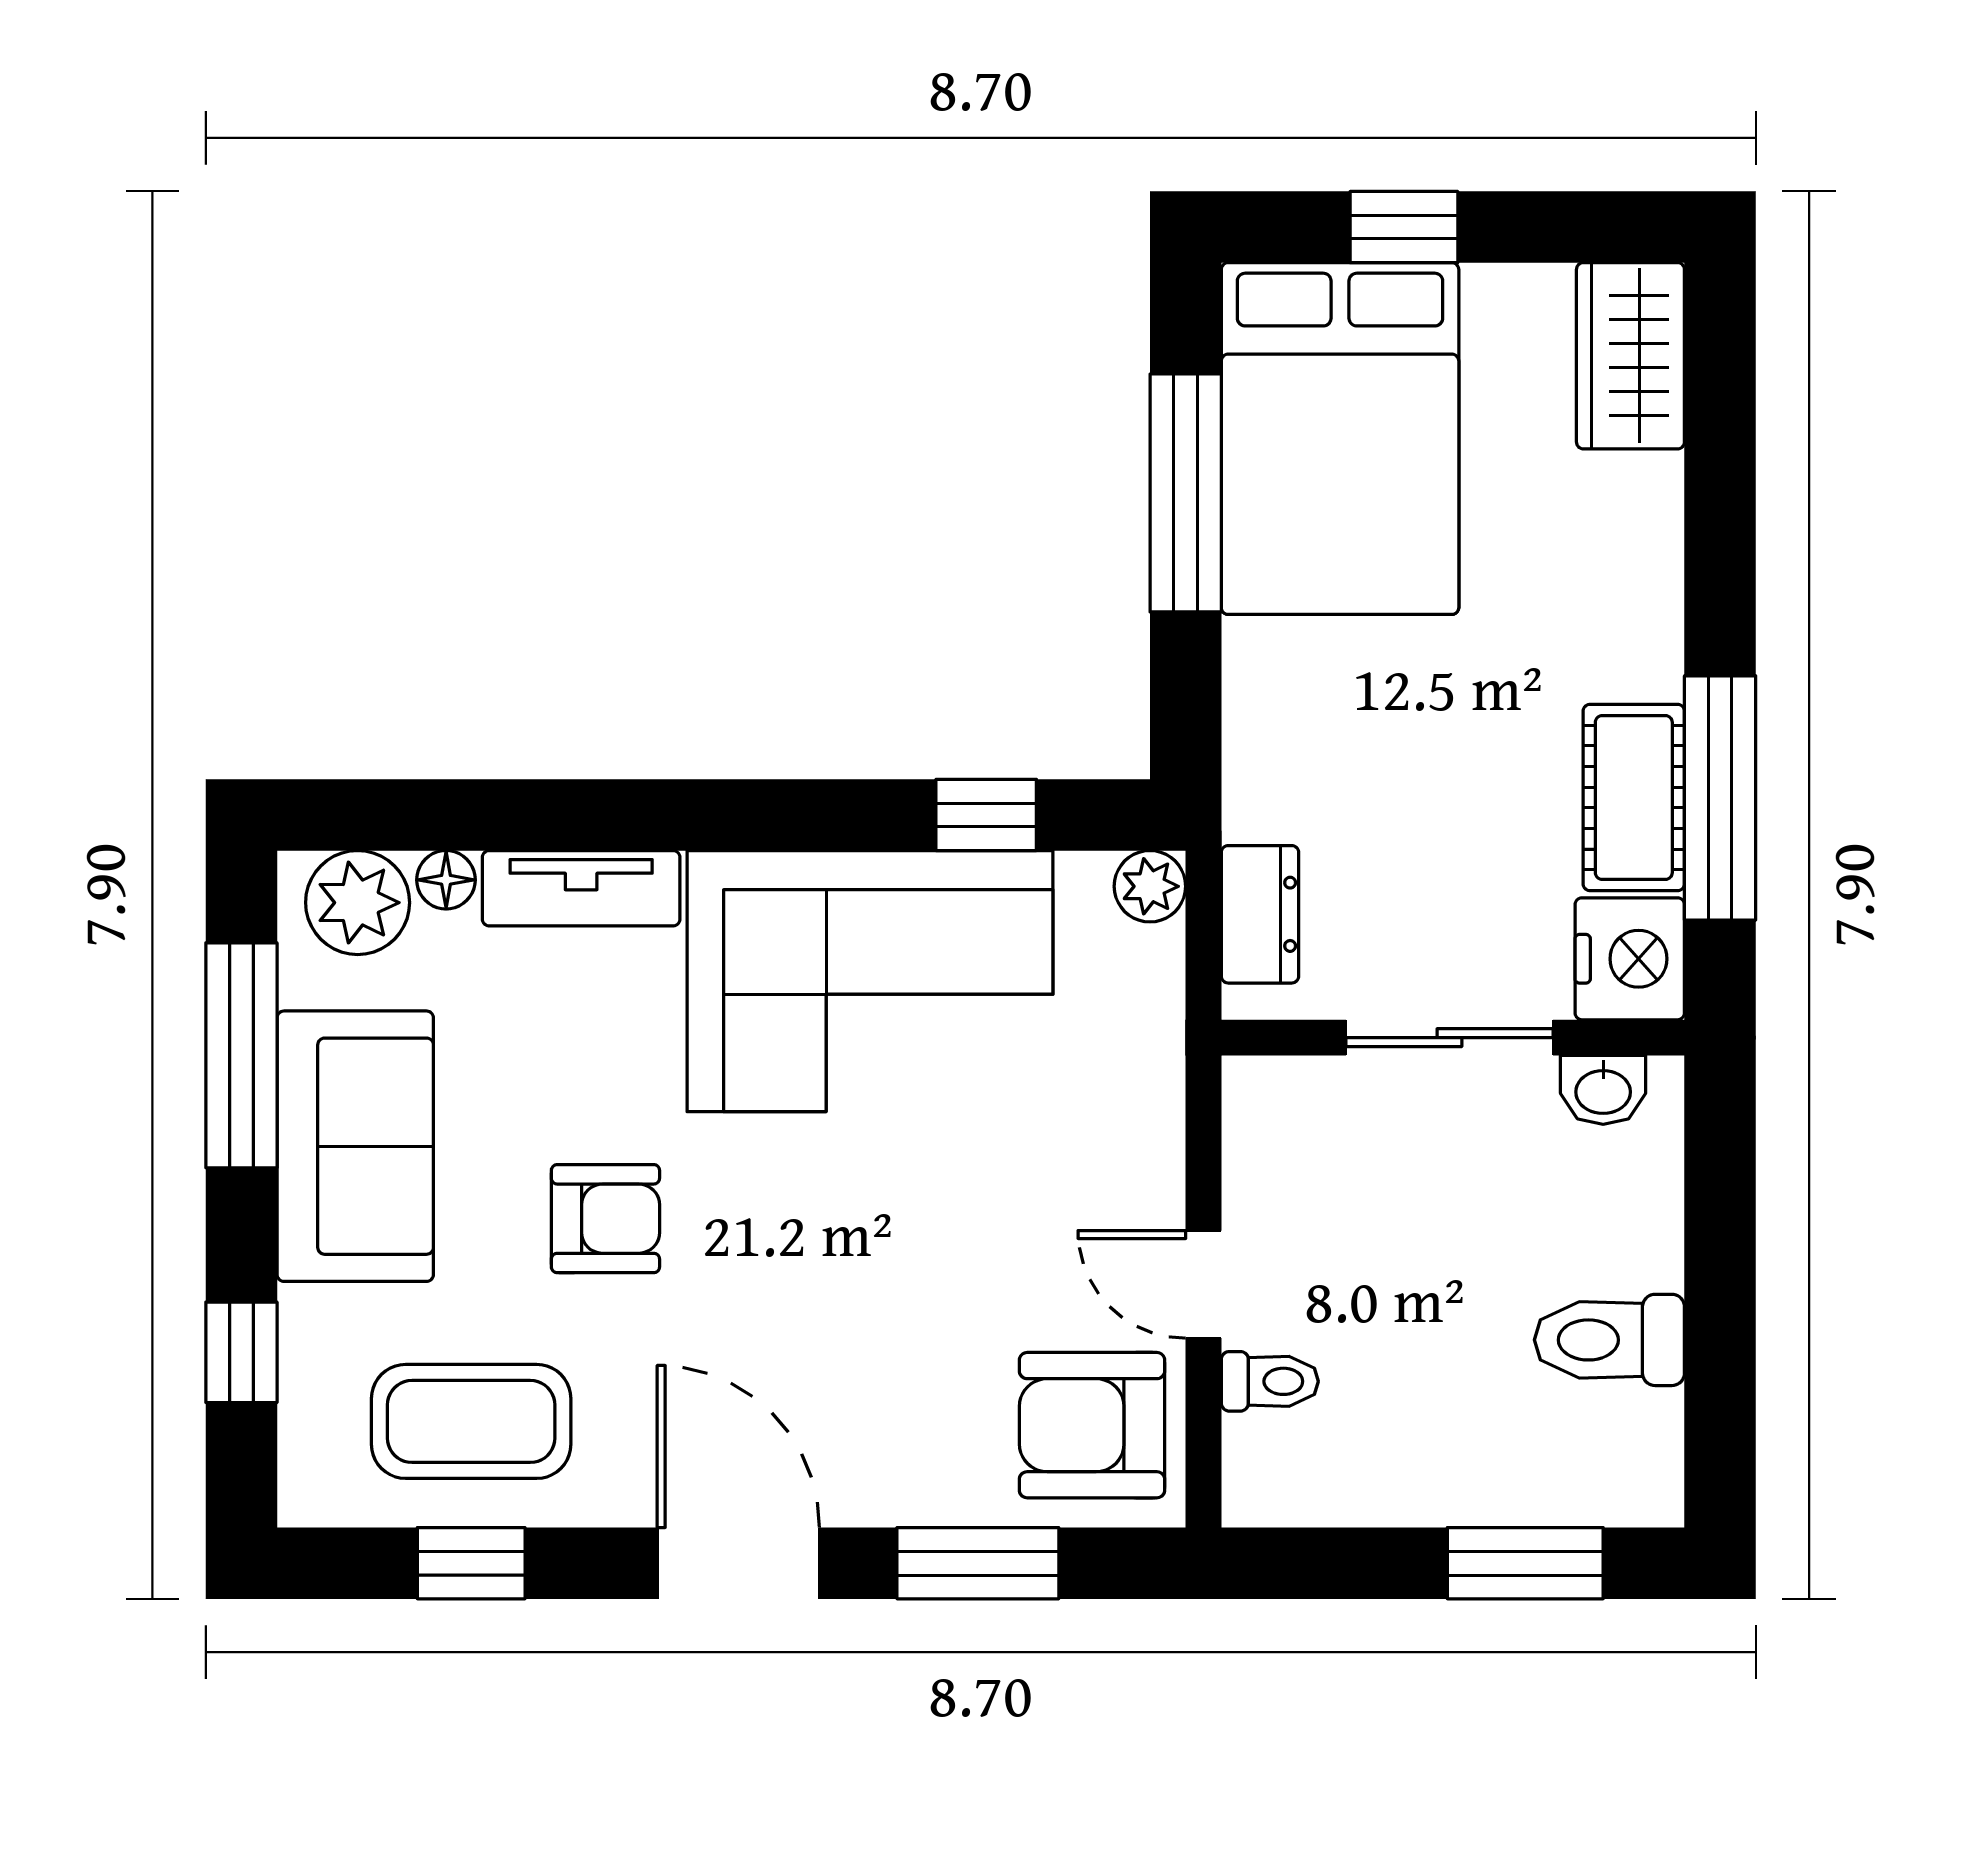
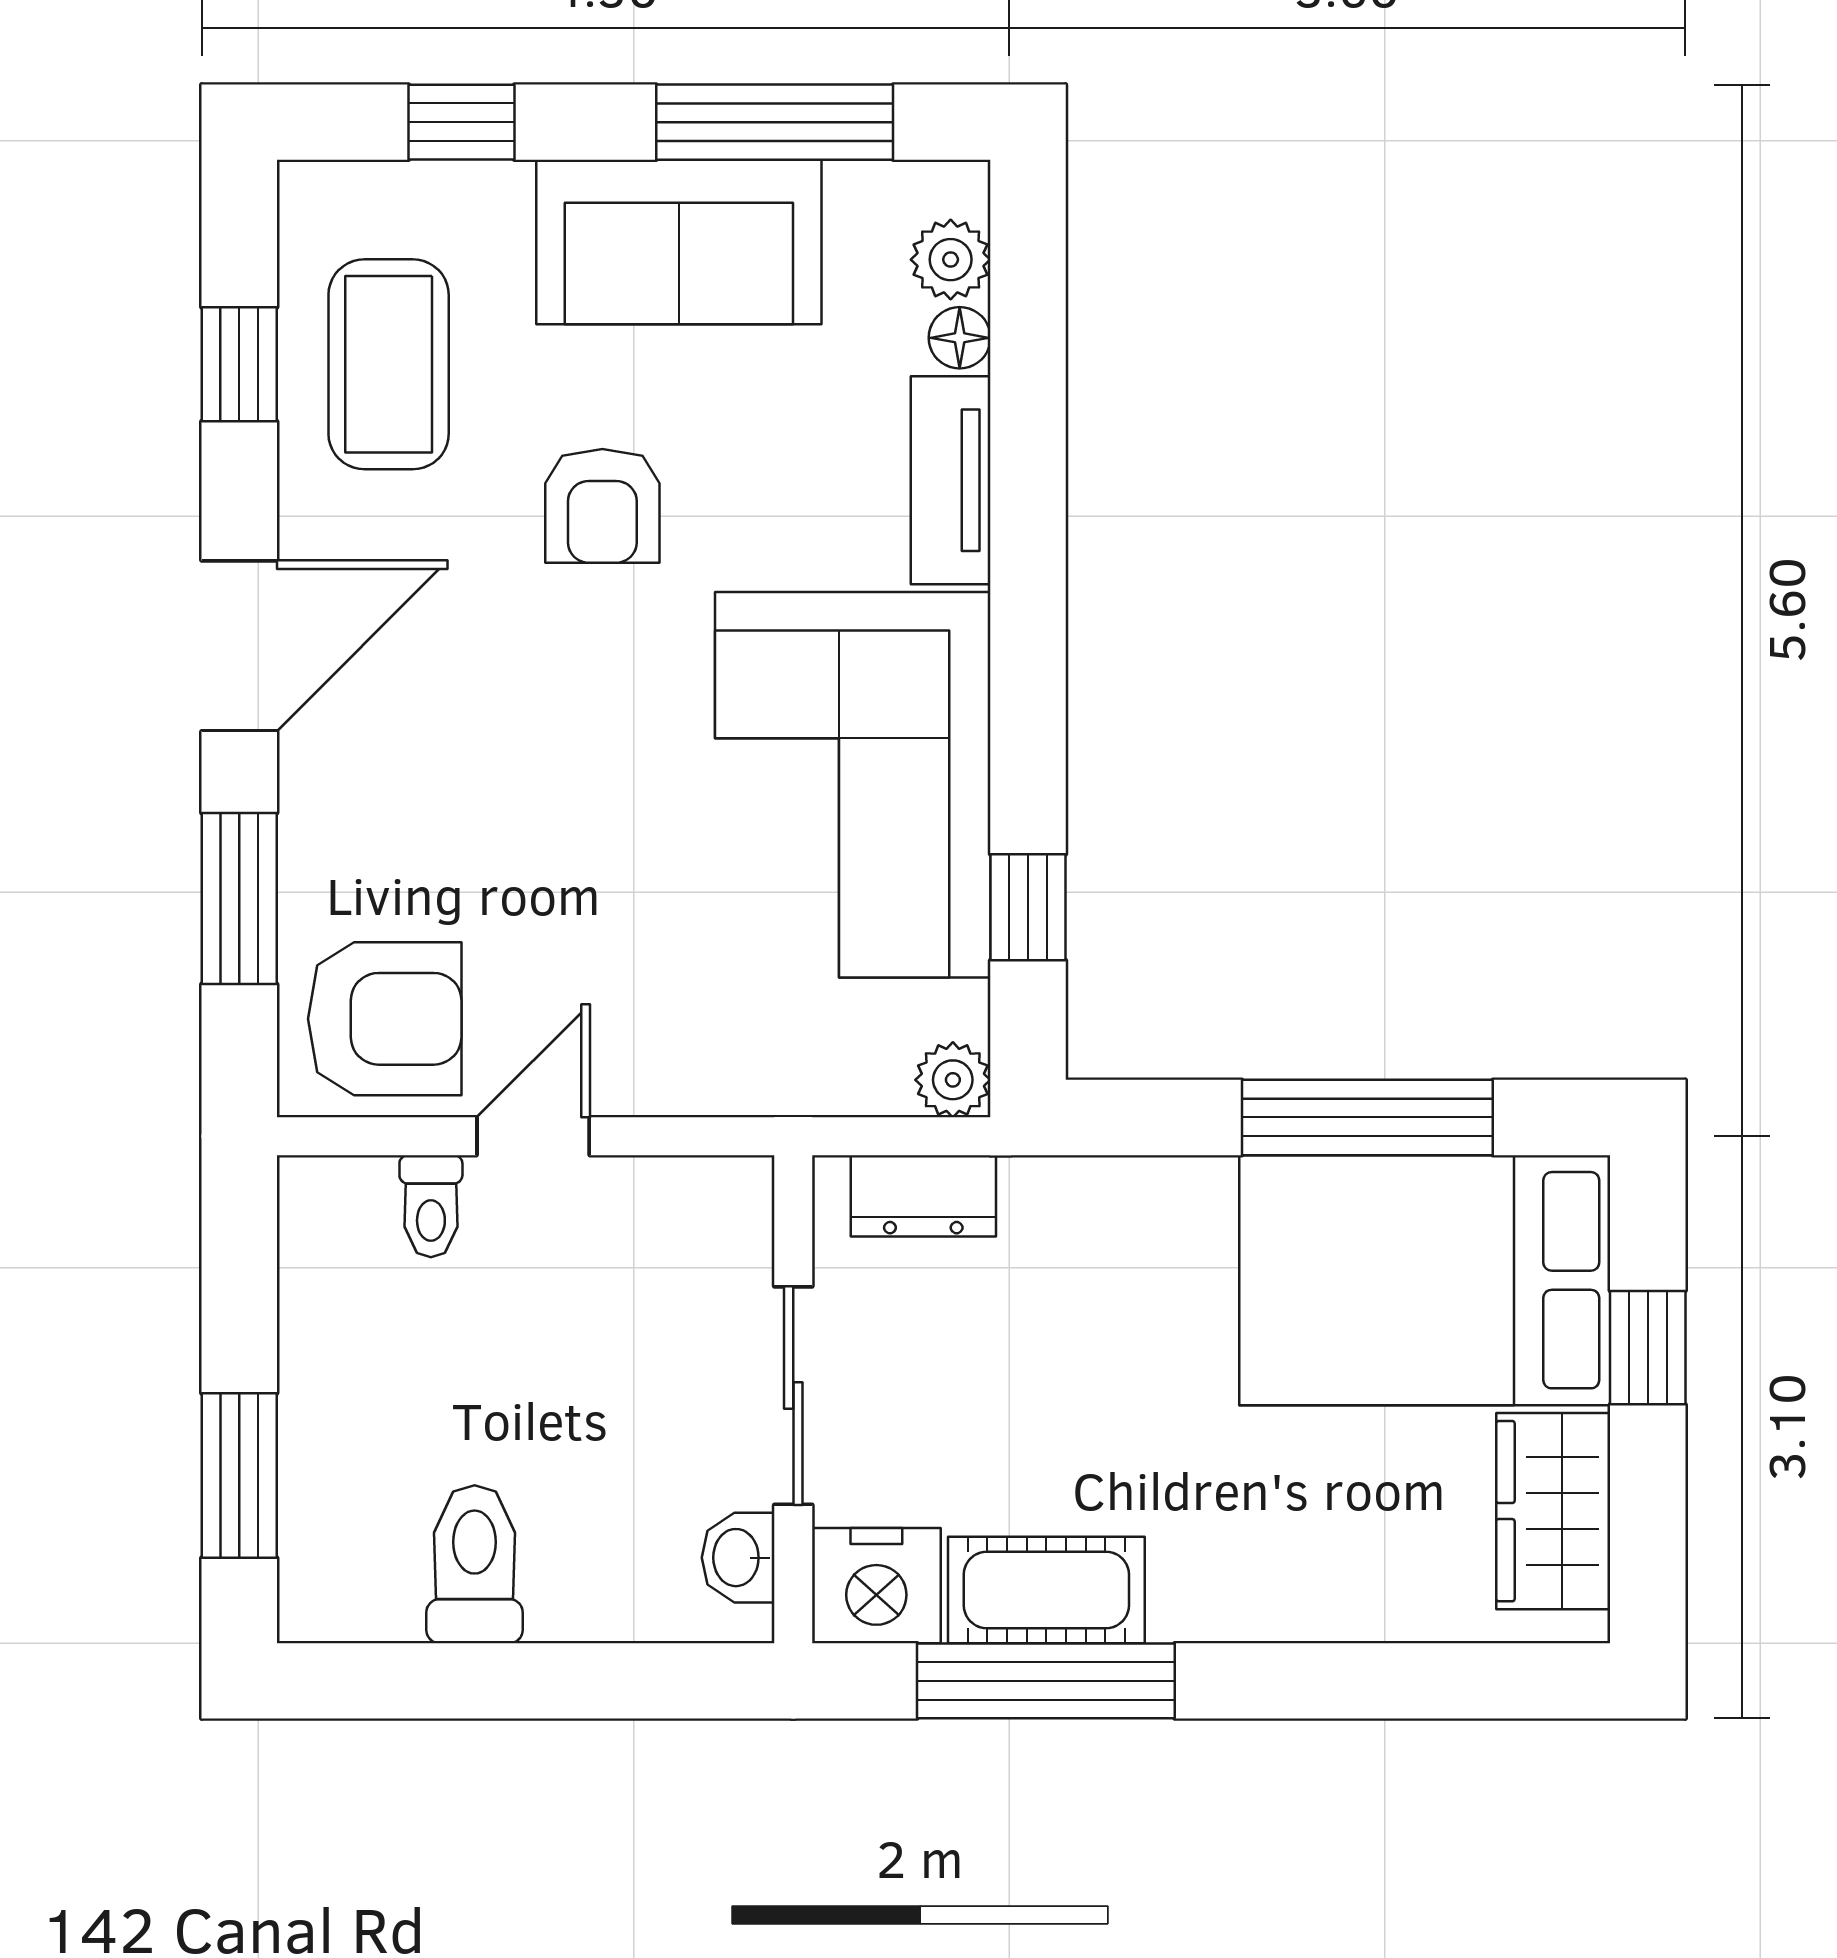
wardrobe: (1630, 356) -> (1553, 1511), moved, turned -90
plant: (358, 903) -> (951, 260), width x0.73, depth x0.73
armchair: (1092, 1425) -> (385, 1019), turned 90

